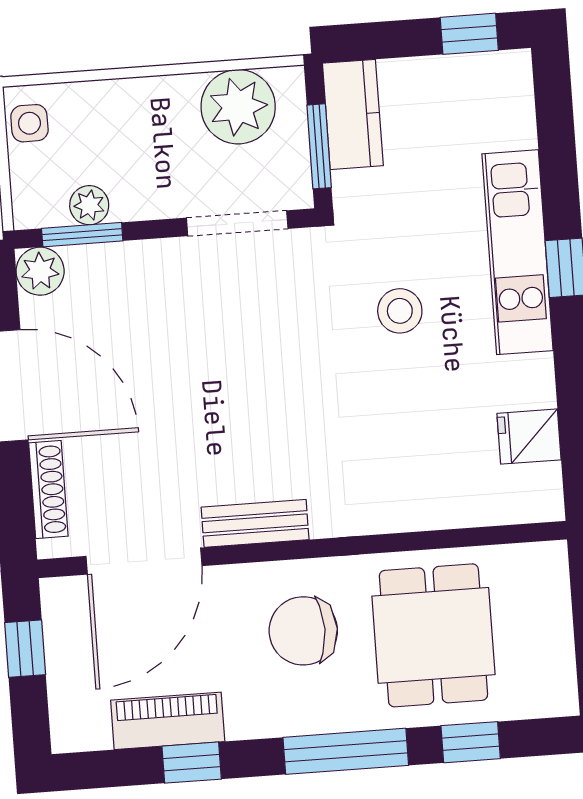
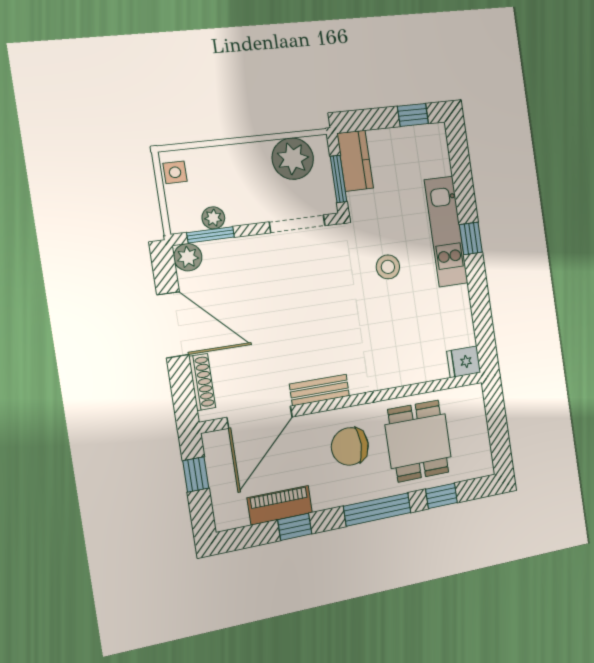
fridge: (529, 437) -> (464, 362), moved

